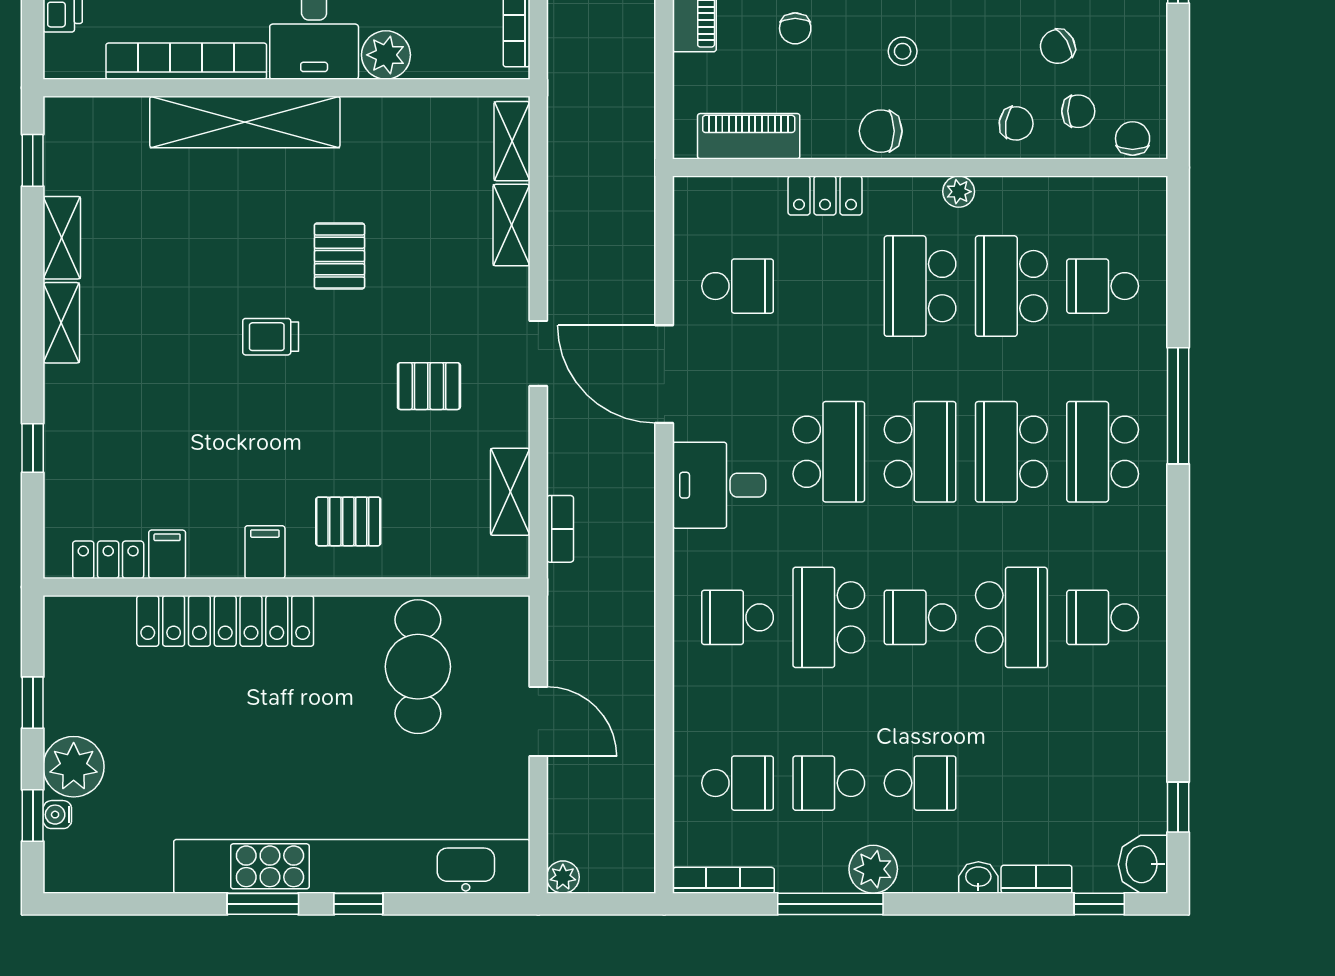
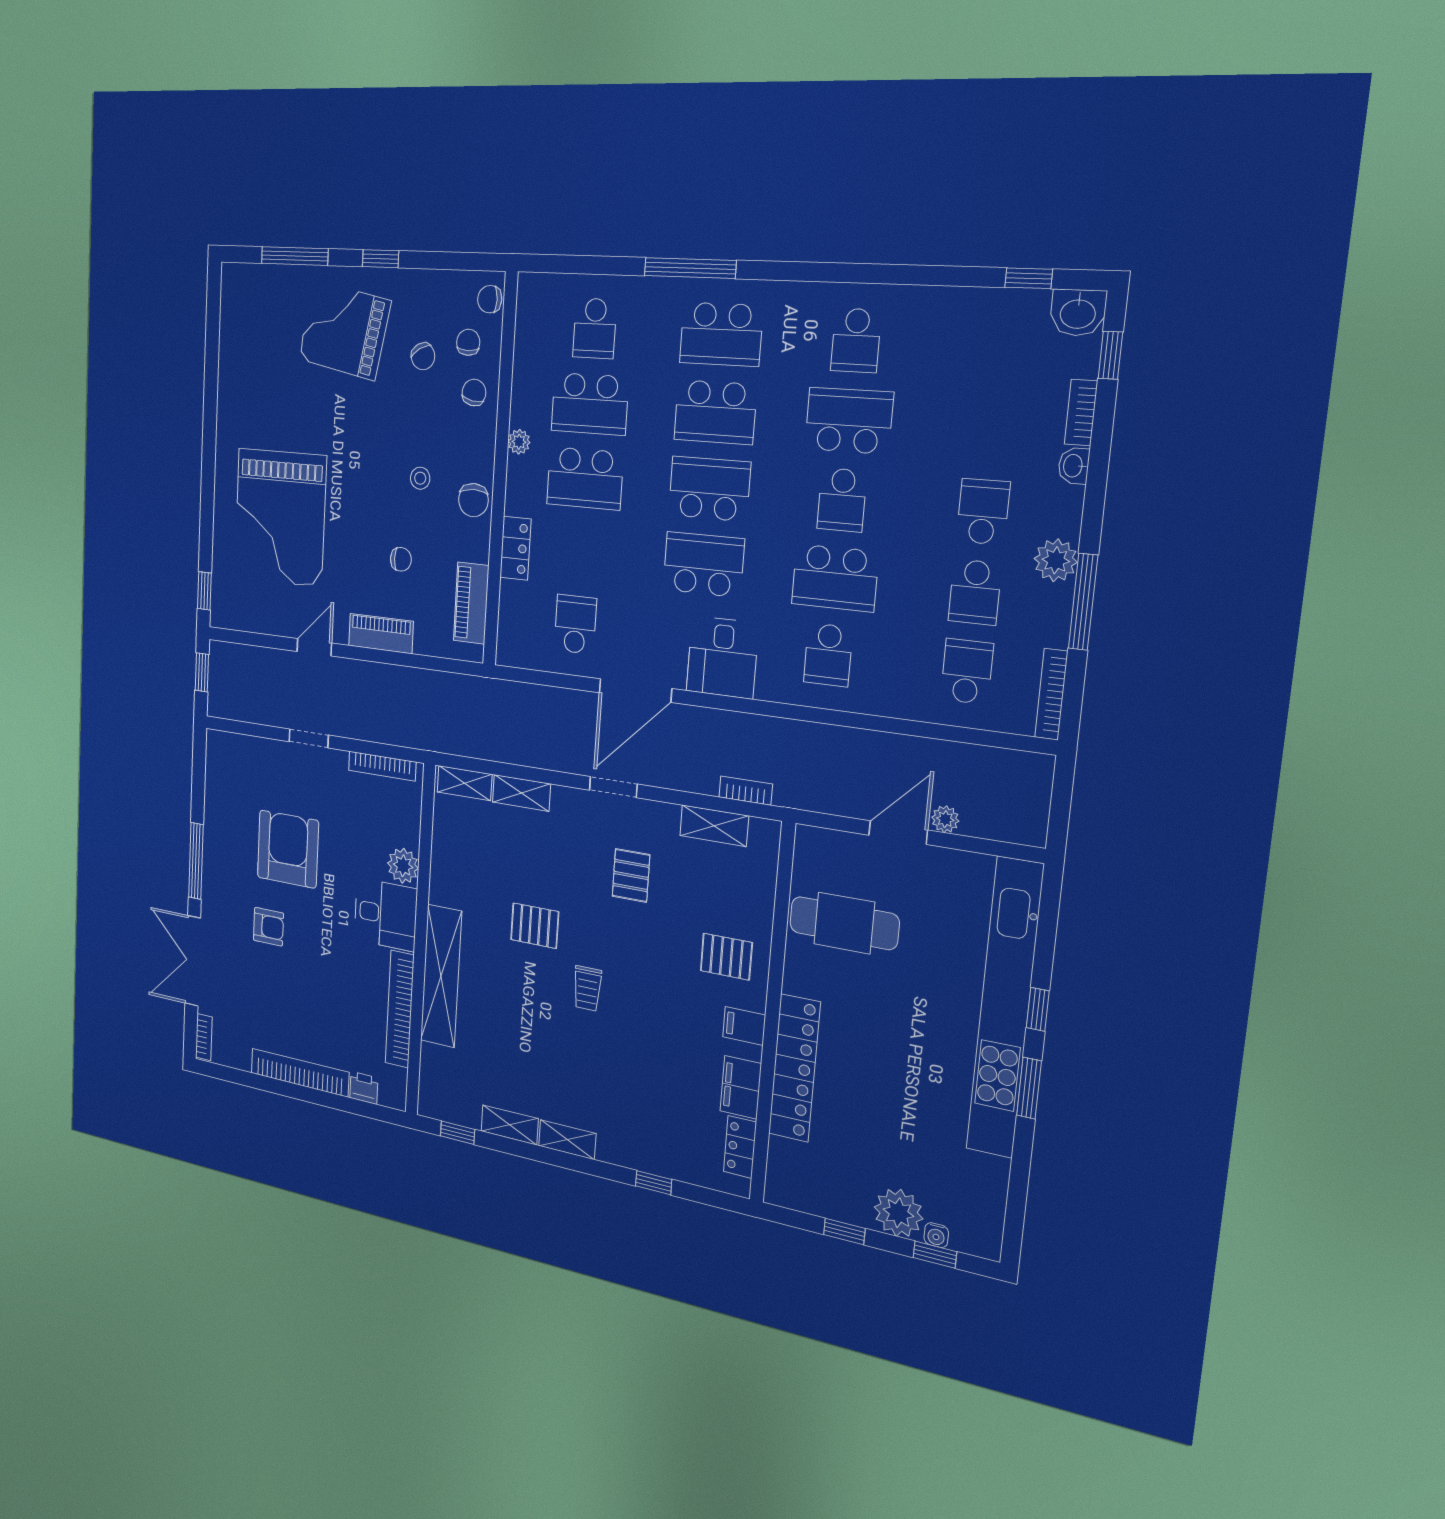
pallet: (348, 521) -> (726, 957), turned 90
filing cabinet: (167, 554) -> (741, 1087), width x2.00
plant: (563, 877) -> (945, 819), moved

